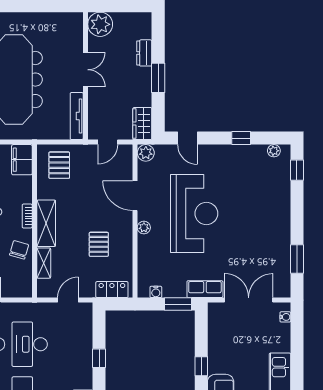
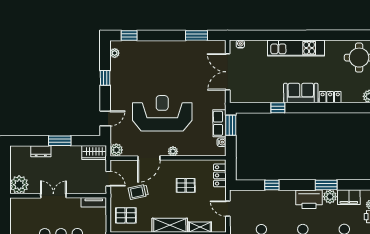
tv unit: (77, 116) -> (94, 202), width x0.71
trolley: (90, 182) -> (138, 192), added
row of seats: (205, 289) -> (219, 123), moved

